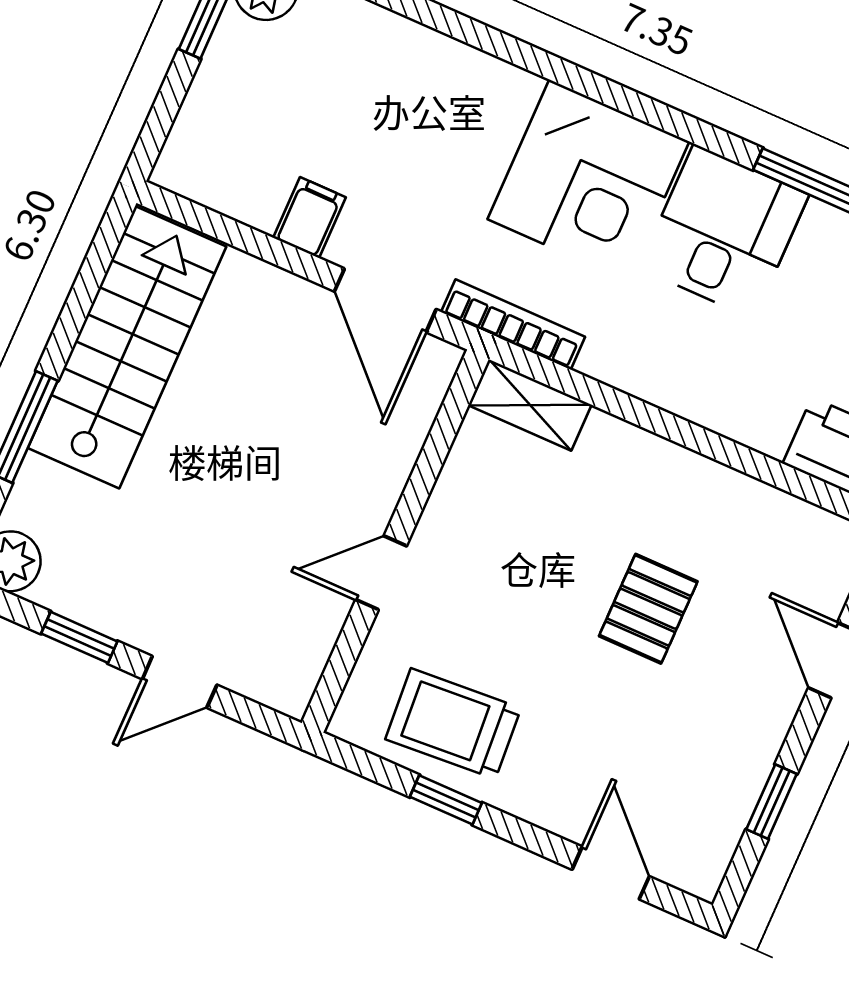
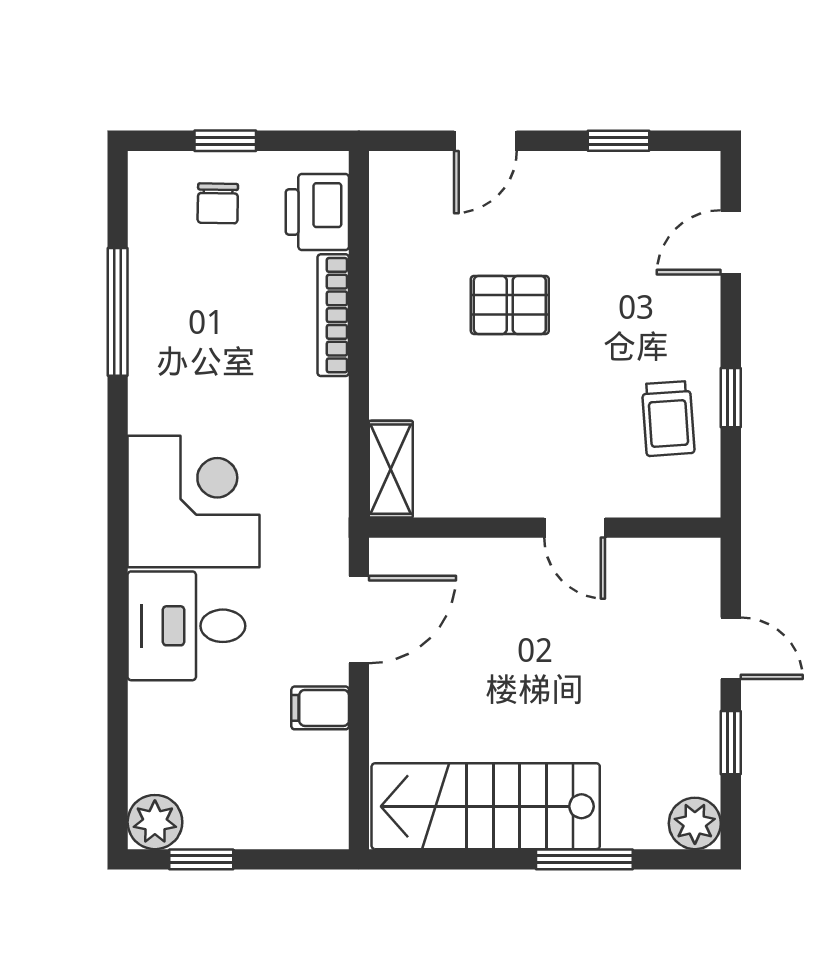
desk: (724, 231) -> (186, 626), moved
bookcase: (513, 324) -> (333, 315), moved
trolley: (453, 724) -> (668, 418), width x0.73, depth x0.72

